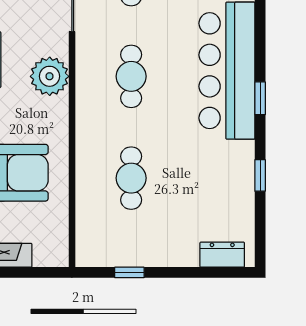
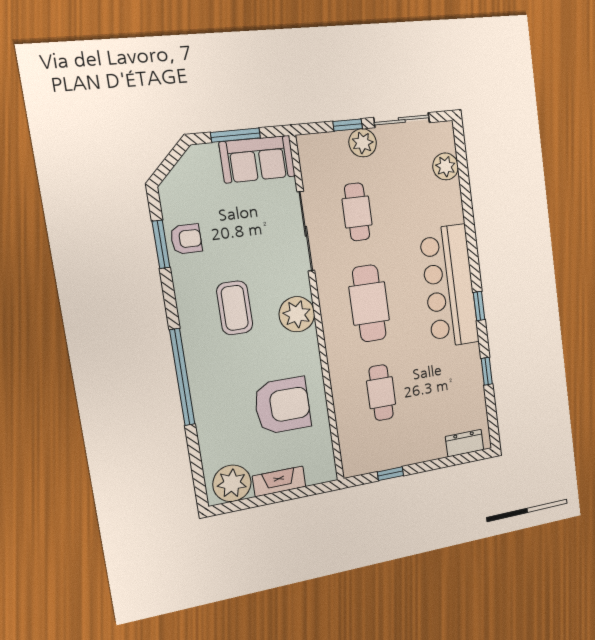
cafe table: (131, 76) -> (369, 303), width x1.37, depth x1.35

